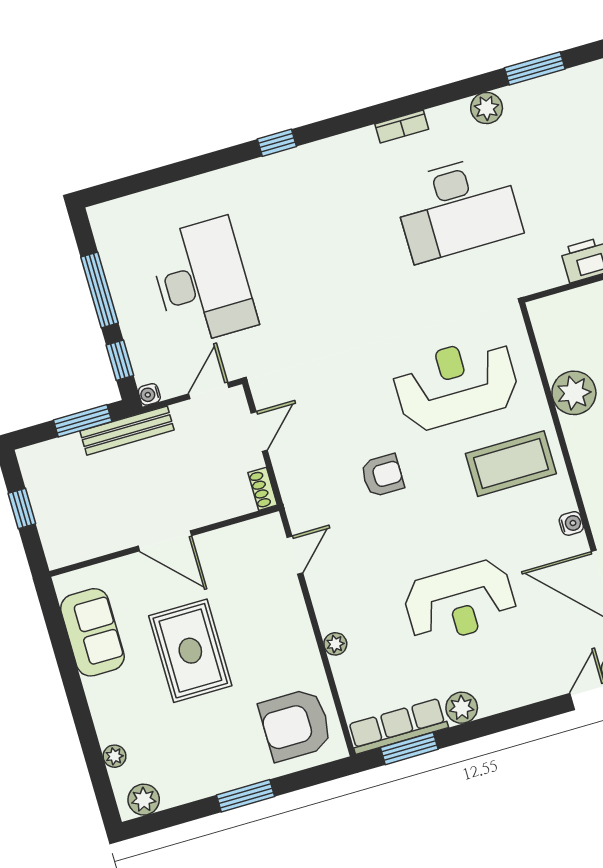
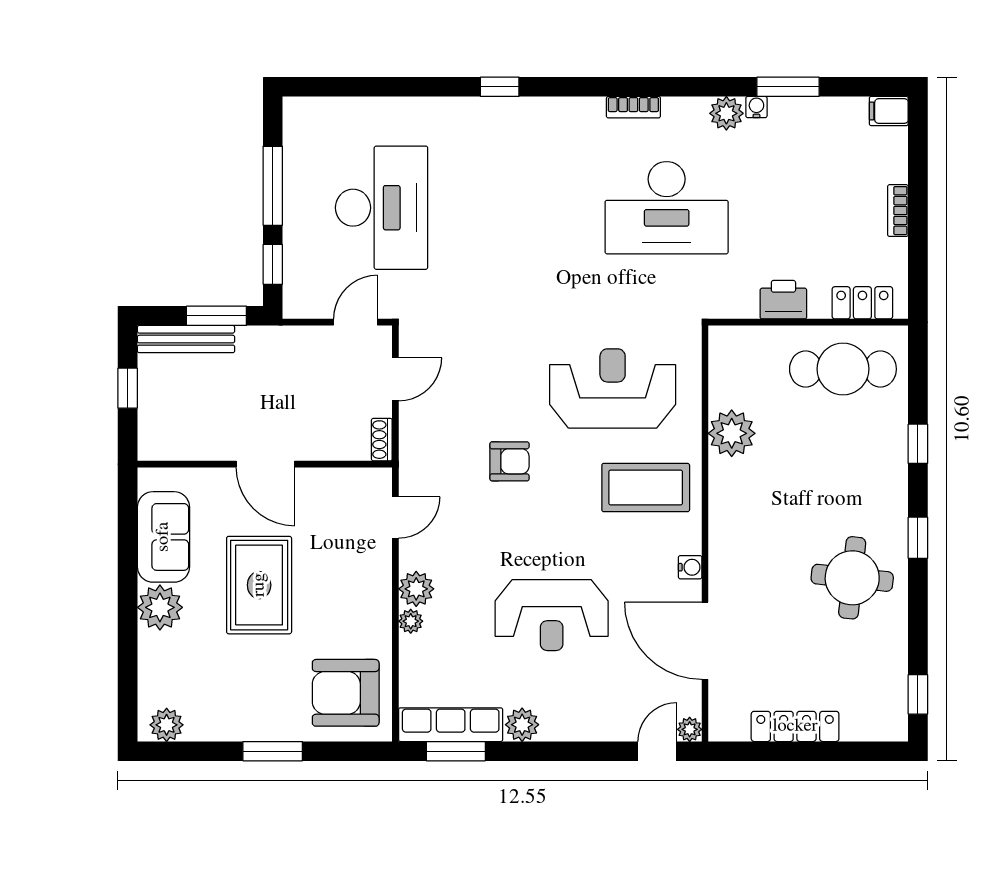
water cooler: (149, 394) -> (756, 107), moved, turned 90
bench: (127, 431) -> (186, 339), moved
plant: (332, 614) -> (416, 589), added
plant: (114, 756) -> (160, 607), moved, width x1.87, depth x1.87

